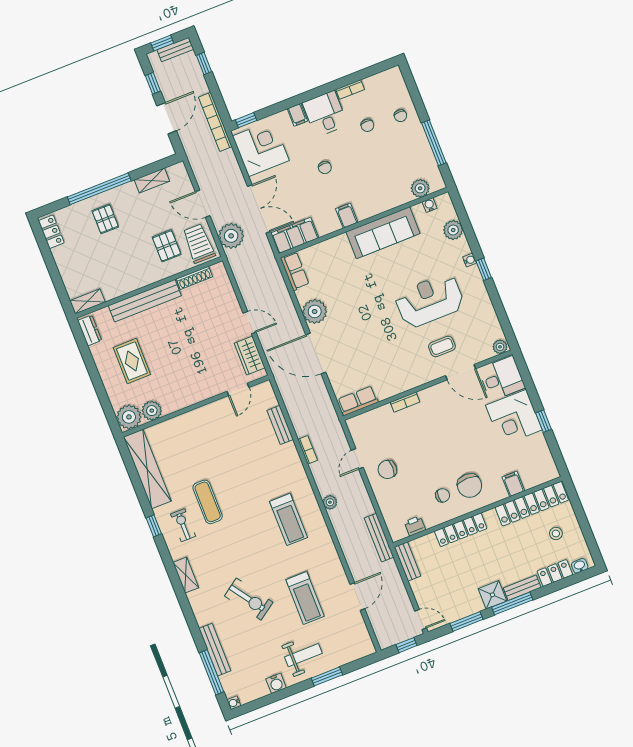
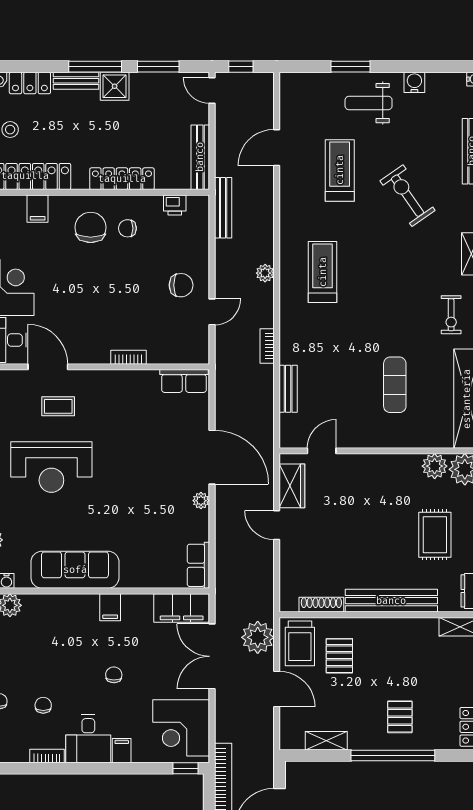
plant: (315, 311) -> (201, 501), width x0.53, depth x0.53
exercise mat: (208, 502) -> (395, 385), moved
bench: (408, 561) -> (200, 157), width x1.36

